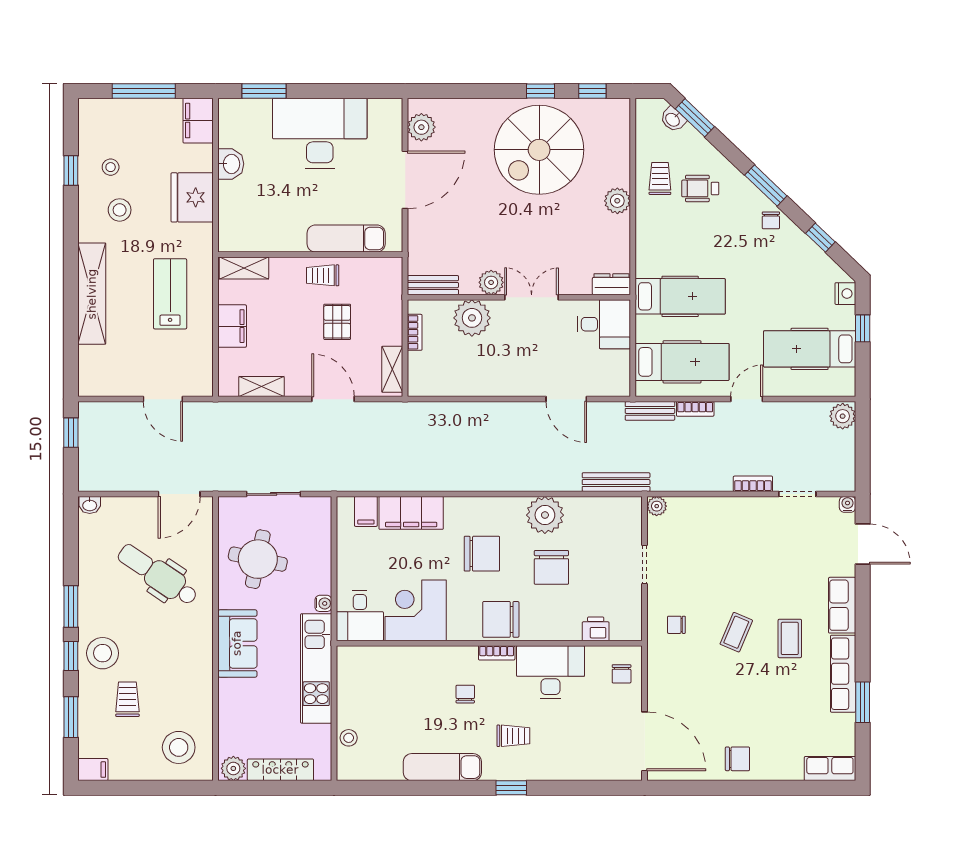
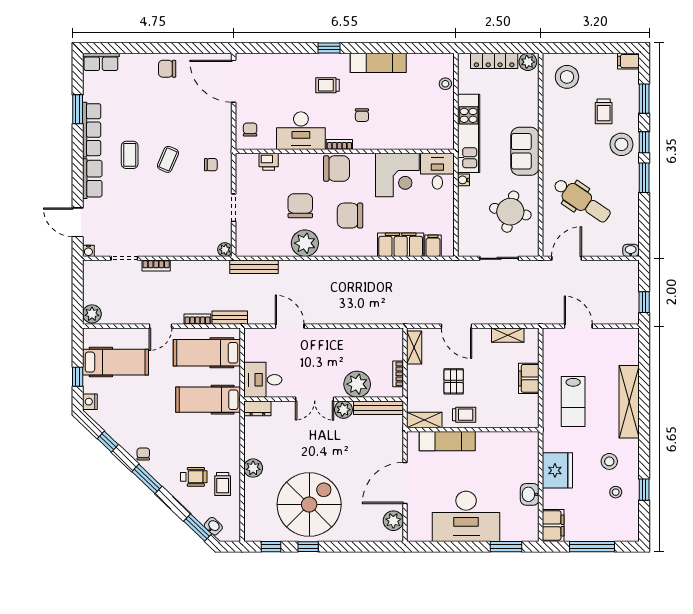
shelving: (244, 268) -> (424, 420), moved
bench: (433, 285) -> (378, 408), width x1.36

